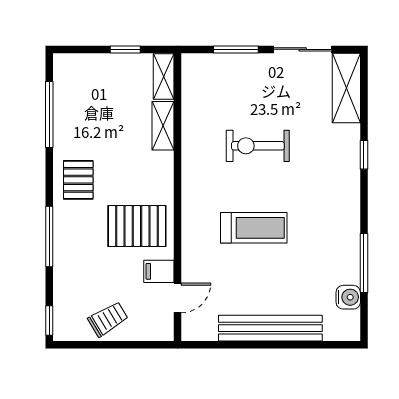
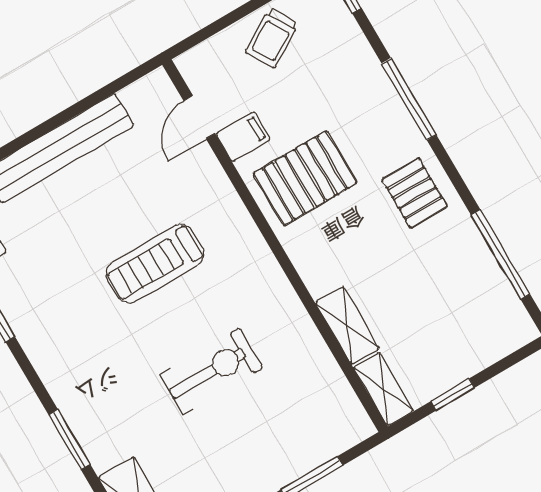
window: (364, 155) -> (69, 439), width x1.50

